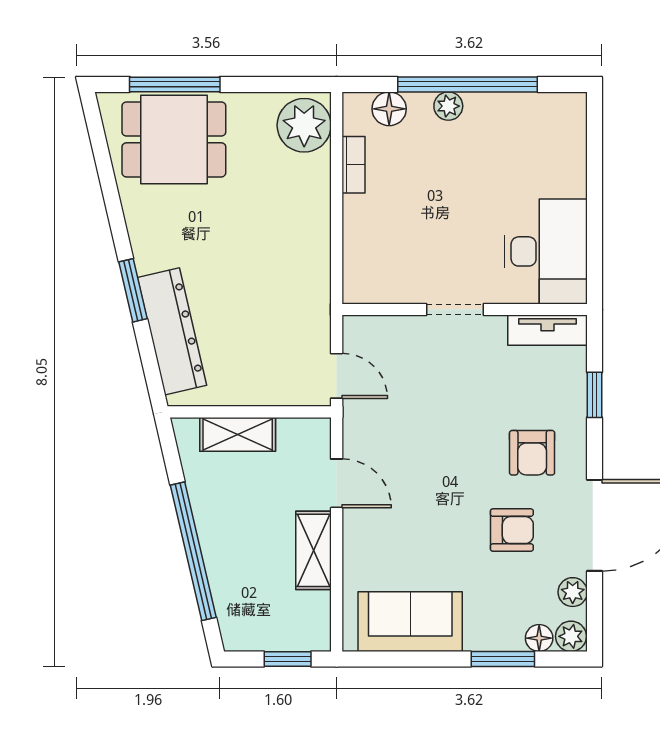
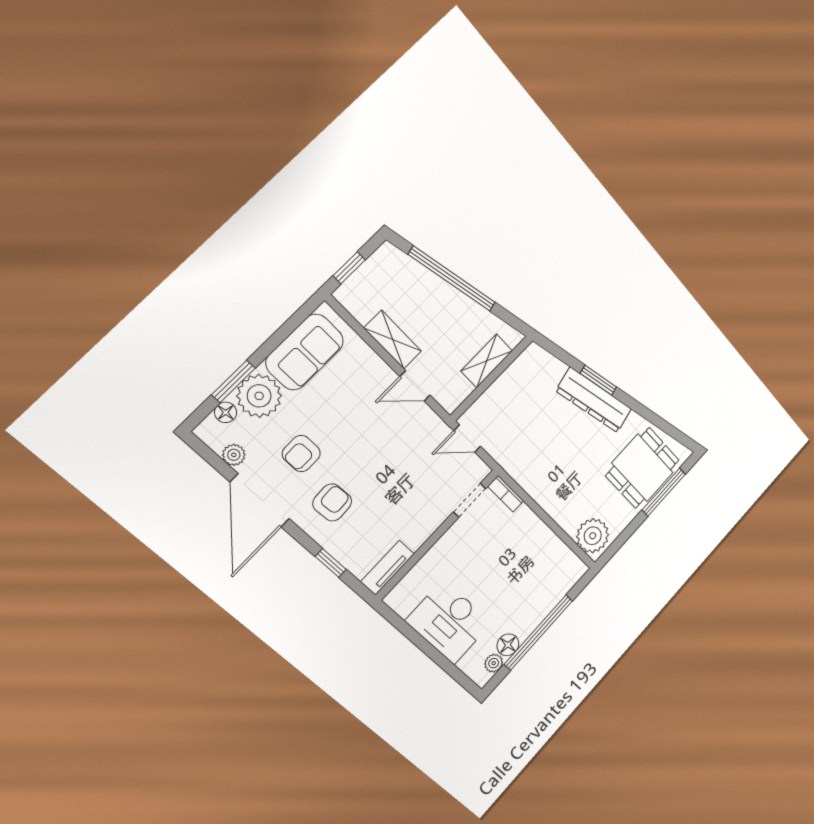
plant: (448, 106) -> (494, 663), moved
floor lamp: (389, 109) -> (508, 645), moved
bookcase: (353, 165) -> (506, 494), moved
desk: (546, 251) -> (449, 622), moved
doorway: (455, 309) -> (470, 500), moved
dresser: (172, 331) -> (594, 400), moved
armchair: (532, 453) -> (332, 502), turned 87
plant: (571, 636) -> (259, 396), moved, width x1.87, depth x1.87

